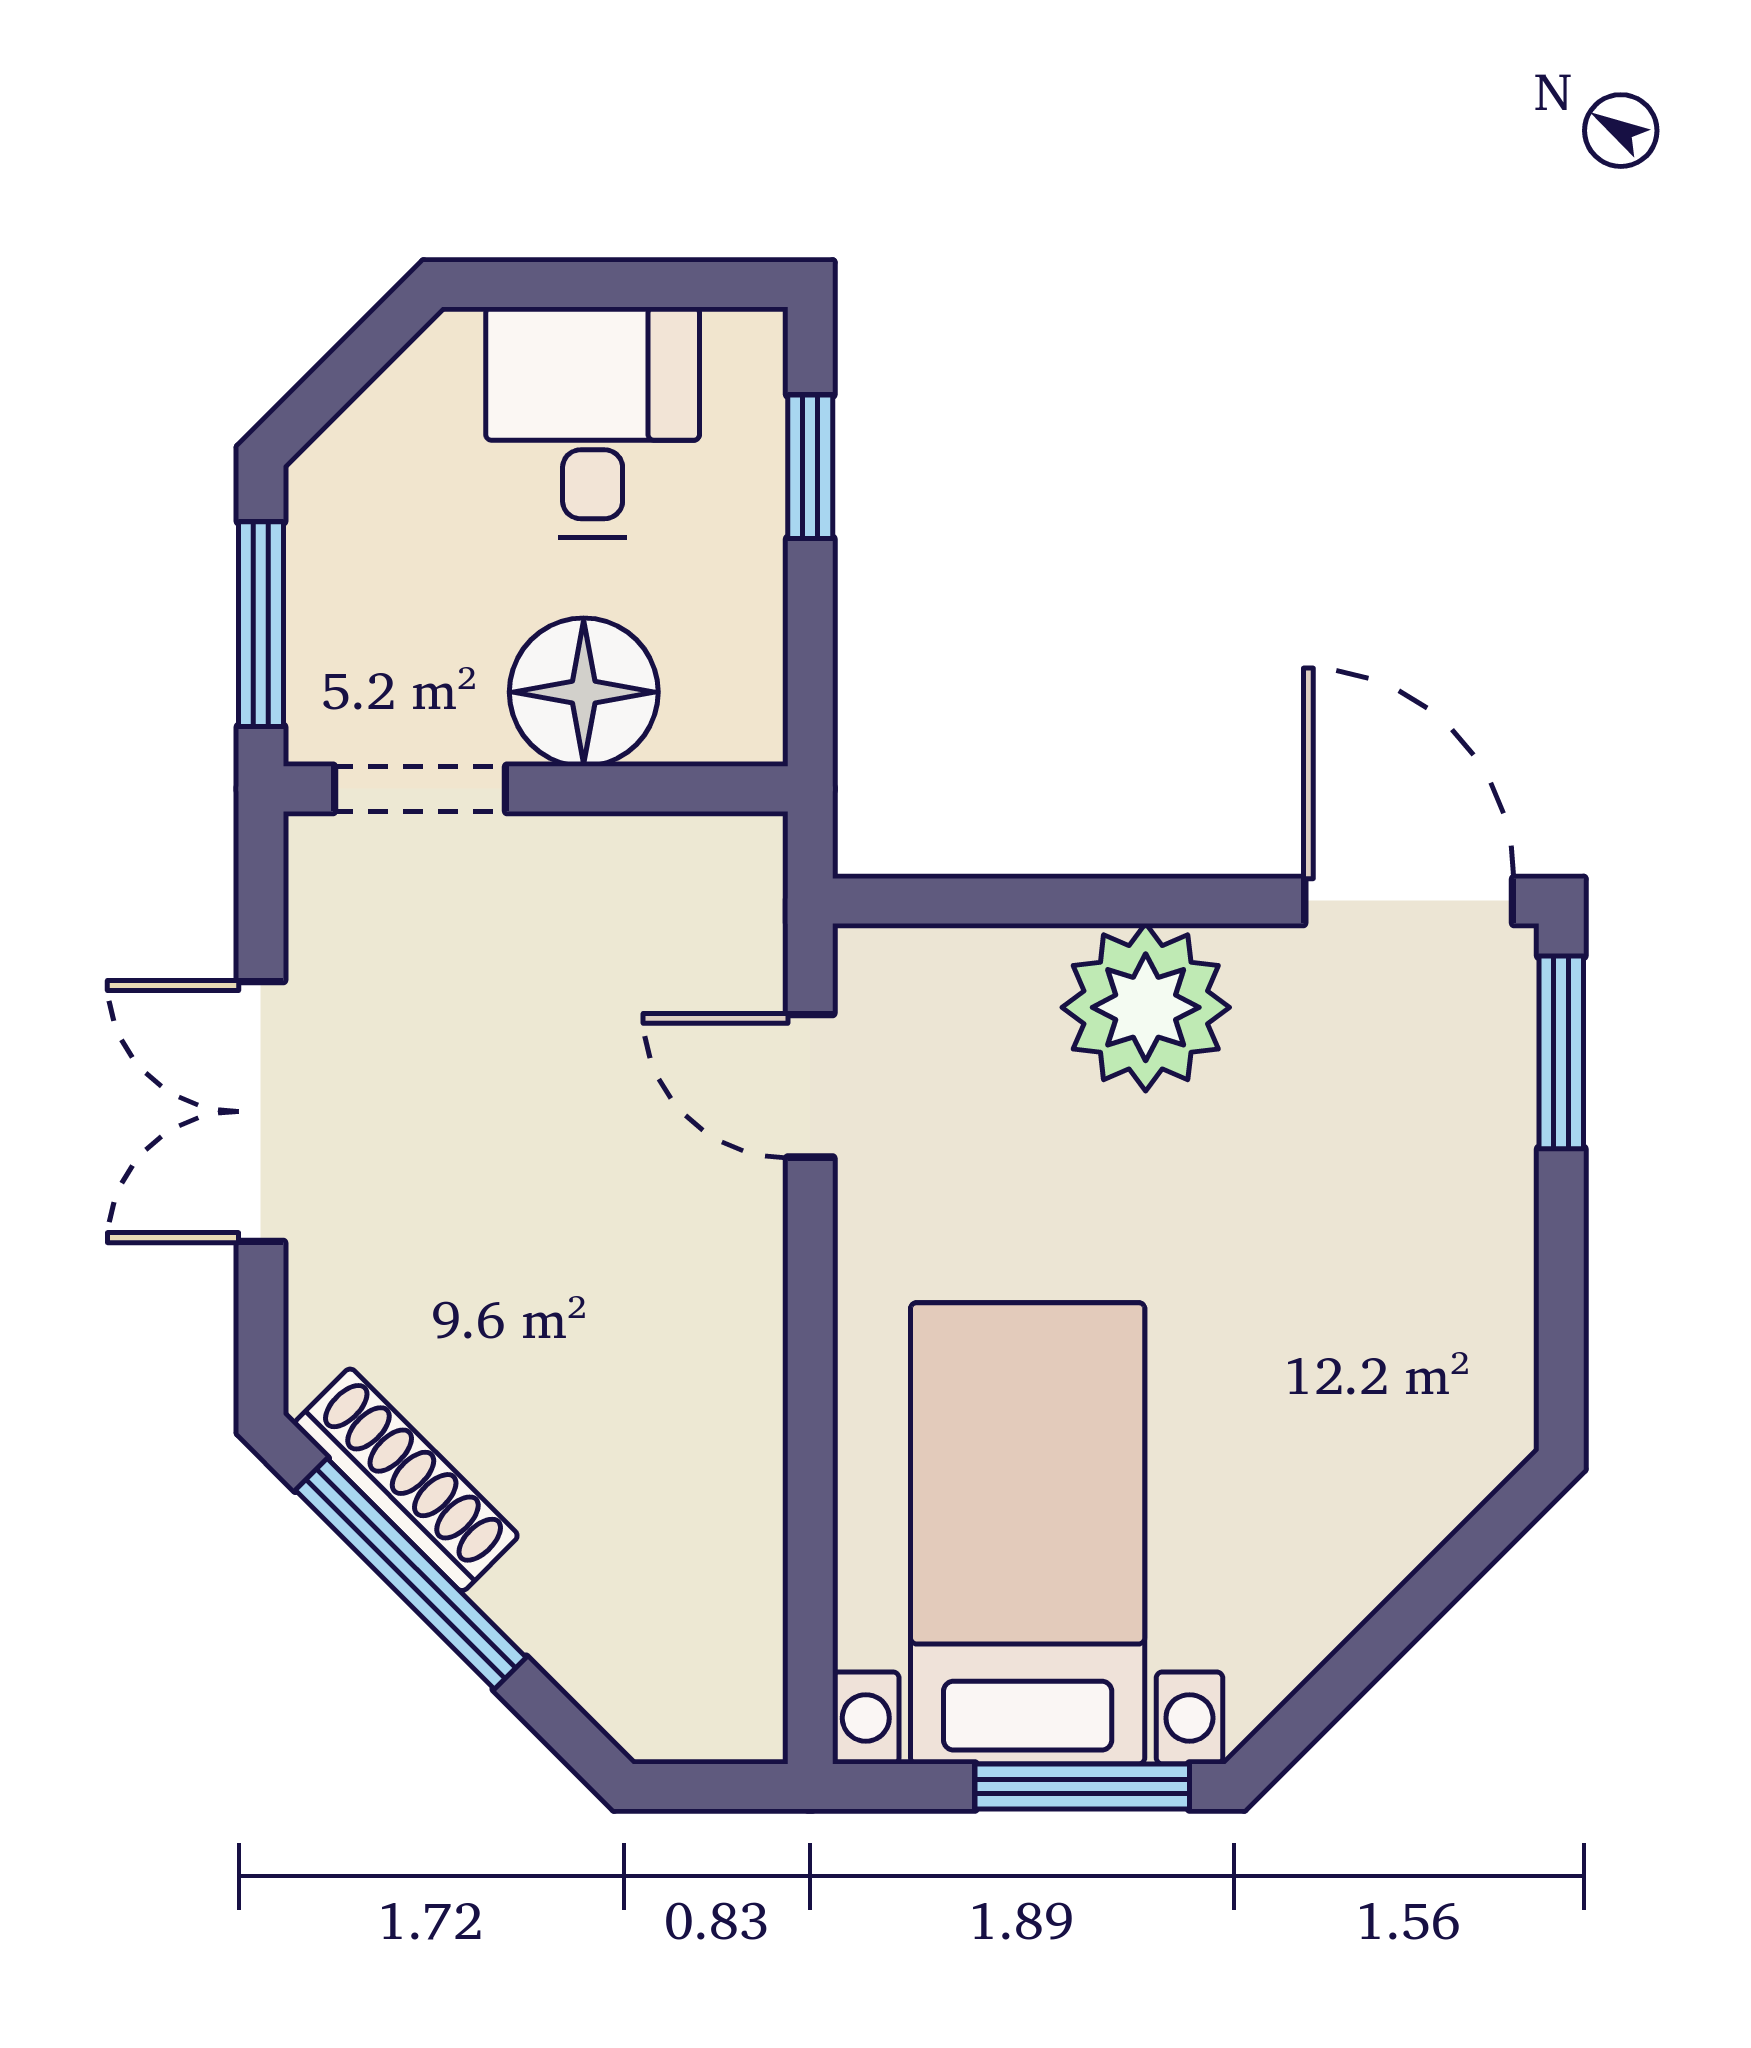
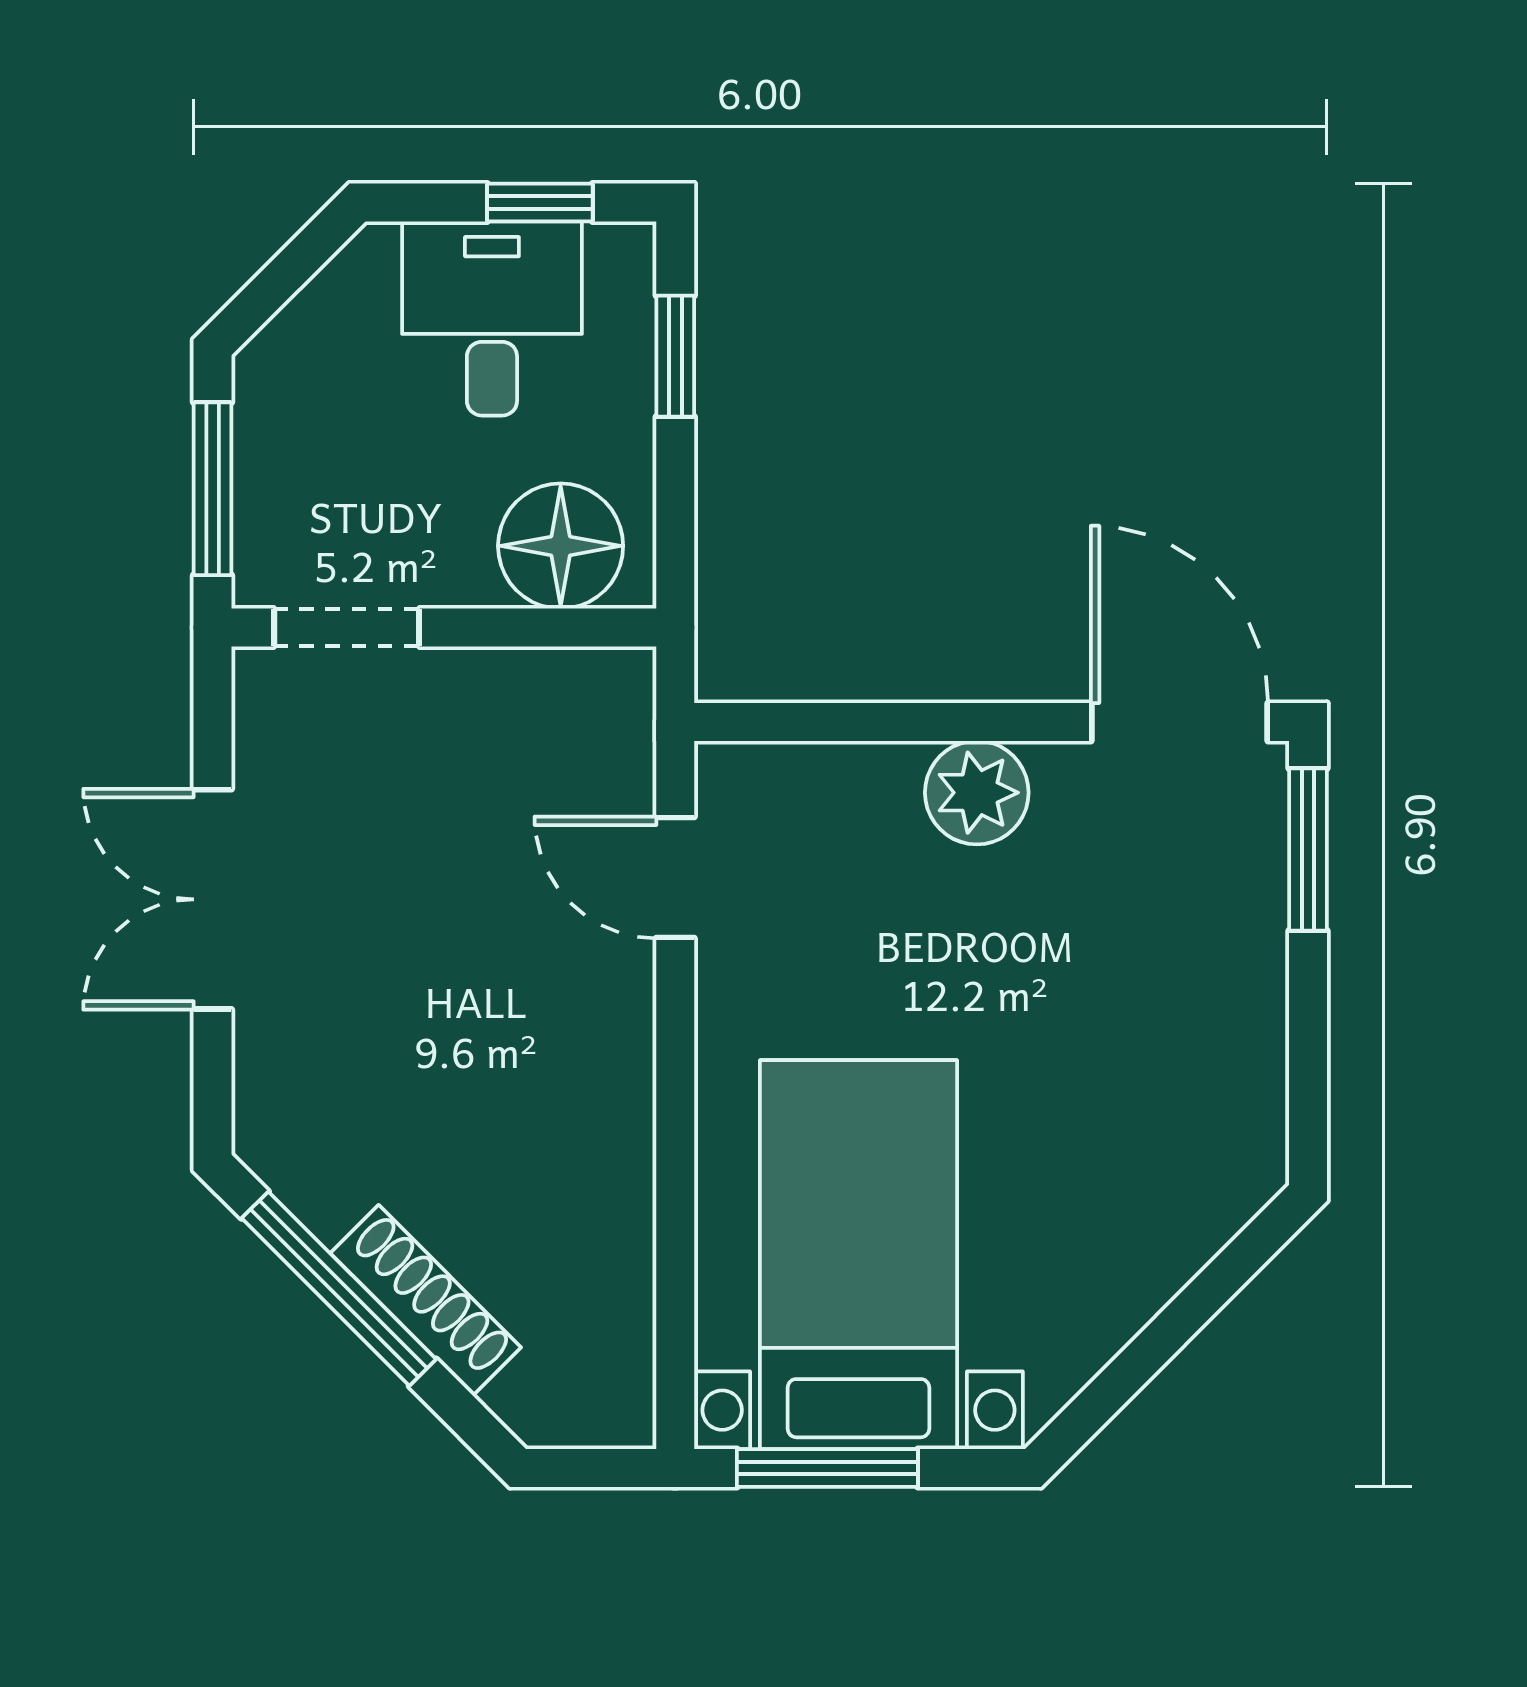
window: (650, 284) -> (540, 203), added
floor lamp: (584, 692) -> (561, 546), moved
plant: (1146, 1007) -> (977, 793), width x0.73, depth x0.73
shoe rack: (406, 1480) -> (426, 1300), moved
window: (1082, 1787) -> (827, 1468), moved

